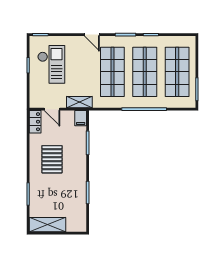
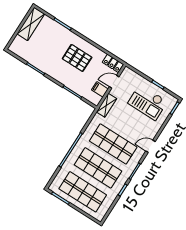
filing cabinet: (81, 118) -> (100, 89), moved

